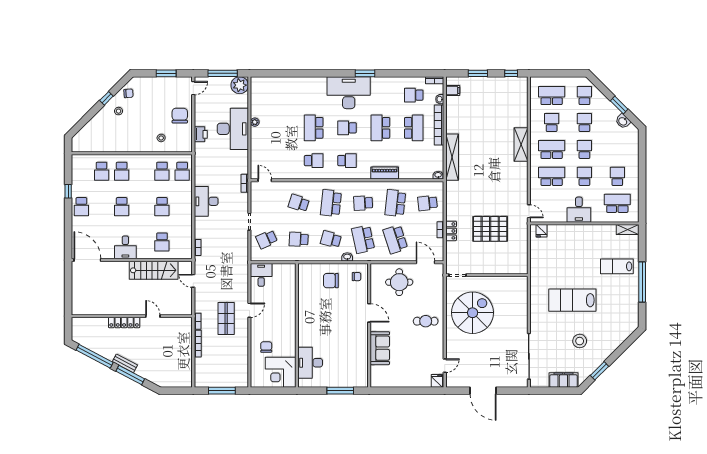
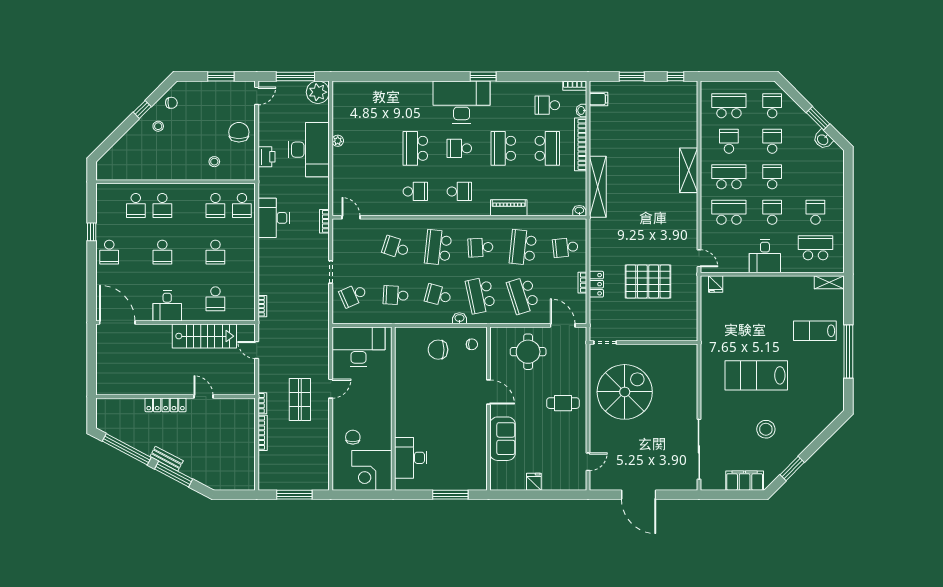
desk: (206, 201) -> (274, 218), moved
desk: (261, 275) -> (359, 347), width x1.87, depth x1.30
fridge: (437, 381) -> (534, 482), moved

